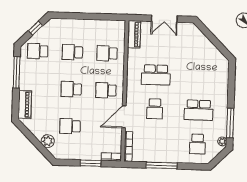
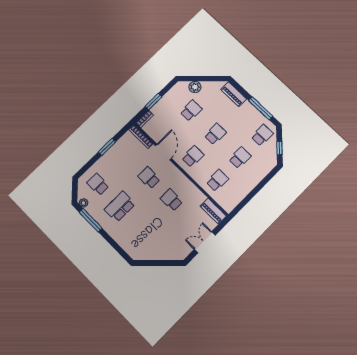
school desk: (156, 75) -> (171, 200), width x0.54
window: (162, 165) -> (107, 147), width x0.69

